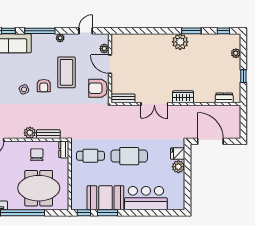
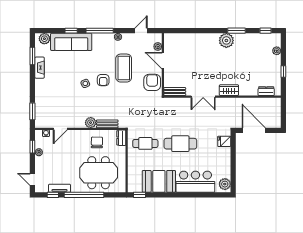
armchair: (98, 88) -> (152, 82), turned 90
plant: (178, 167) -> (225, 184), moved
window: (108, 213) -> (161, 195), removed

